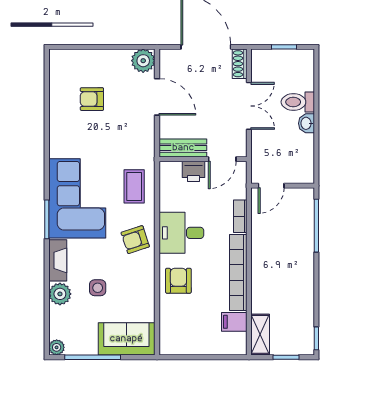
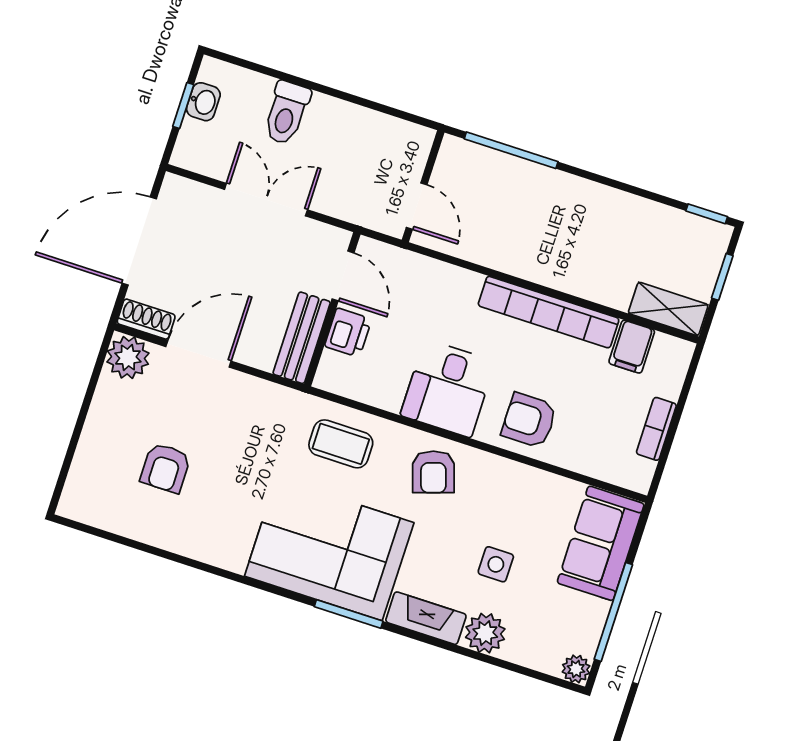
shoe rack: (240, 64) -> (146, 319), moved, turned 180
washbasin: (306, 123) -> (203, 102), moved, turned -90
bookcase: (240, 216) -> (656, 429), moved, turned 90

